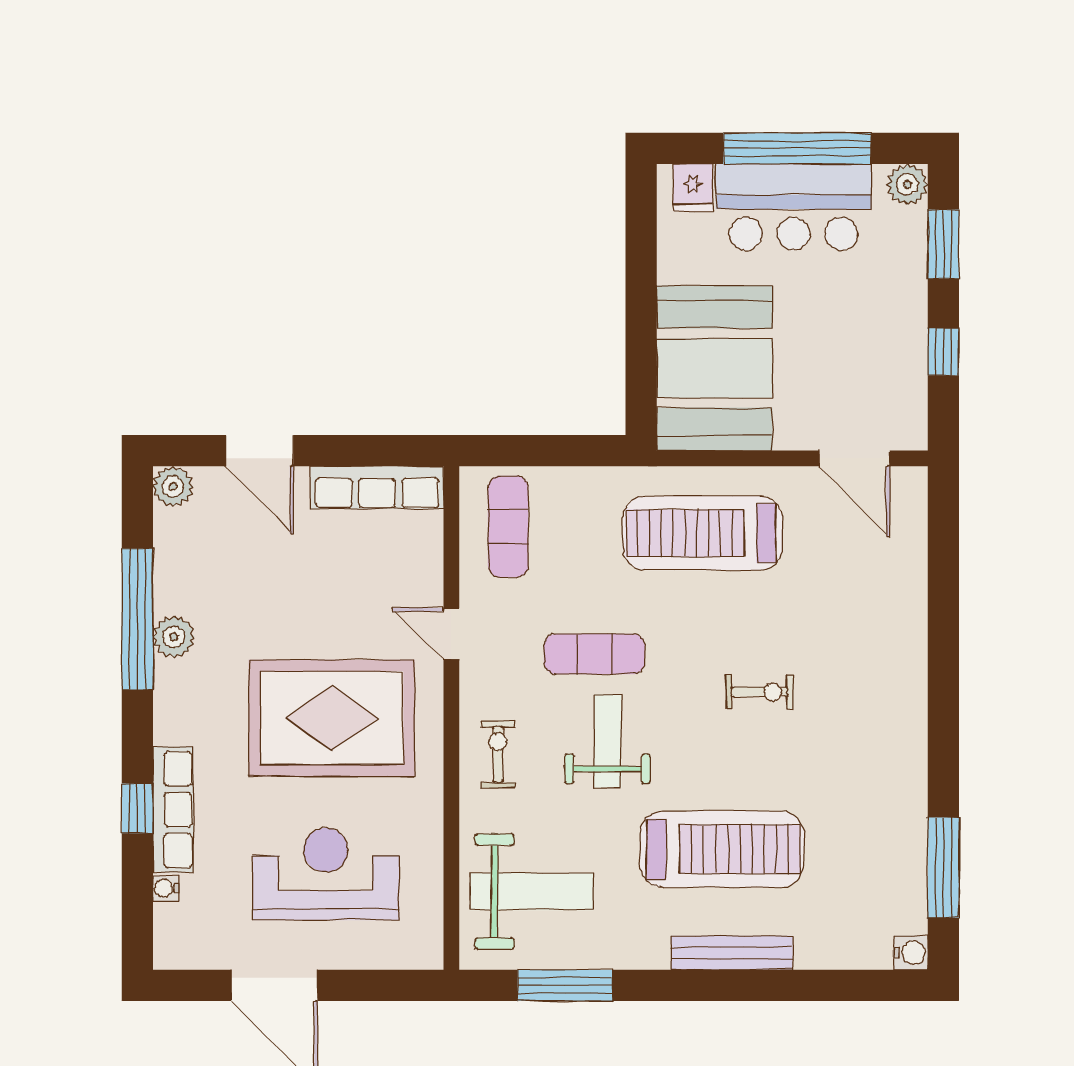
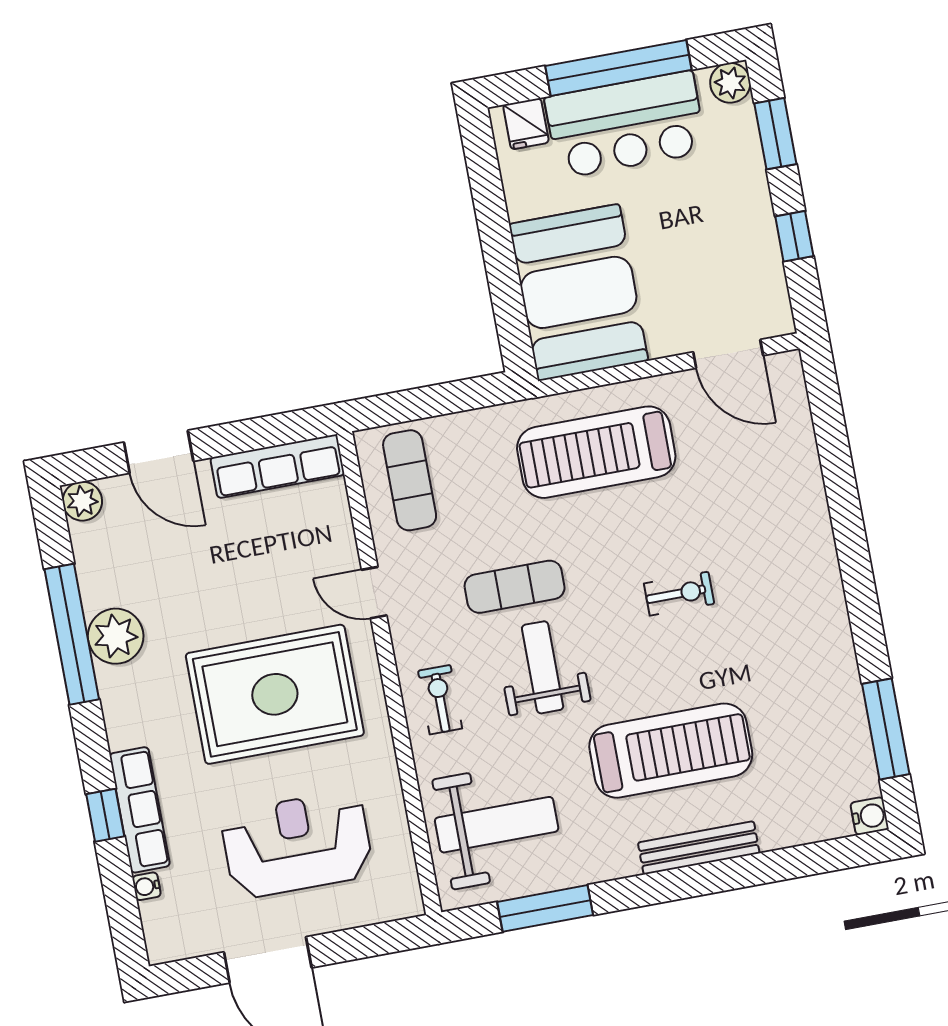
plant: (174, 637) -> (116, 636), width x1.36, depth x1.36

